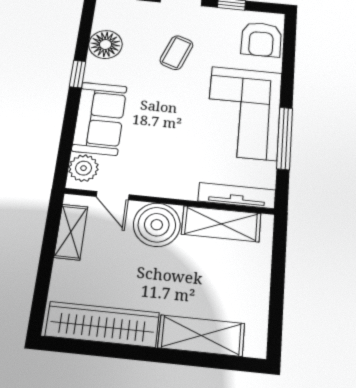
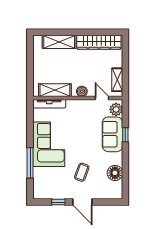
armchair: (261, 39) -> (43, 184), removed
window: (78, 74) -> (125, 135), moved
window: (285, 138) -> (30, 163), moved
boiler: (157, 225) -> (82, 91), width x0.54, depth x0.54

